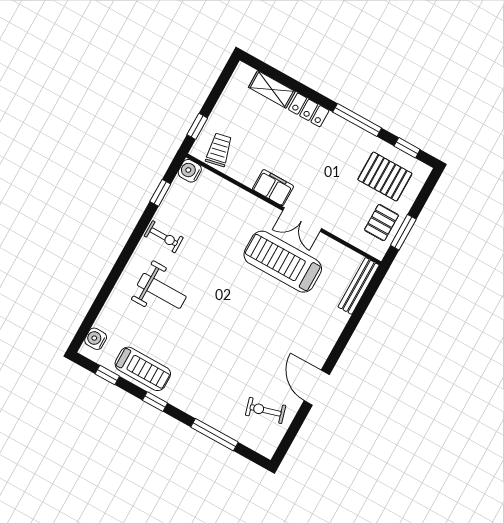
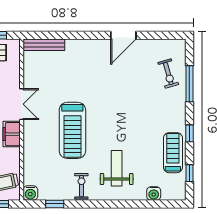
treadmill: (283, 262) -> (72, 130), moved
water cooler: (96, 339) -> (154, 193), moved
exercise bike: (266, 410) -> (168, 74), moved

